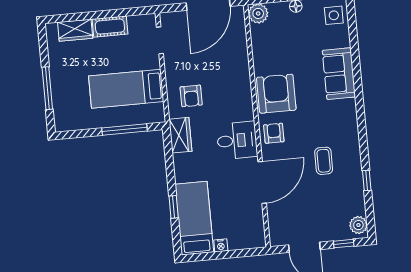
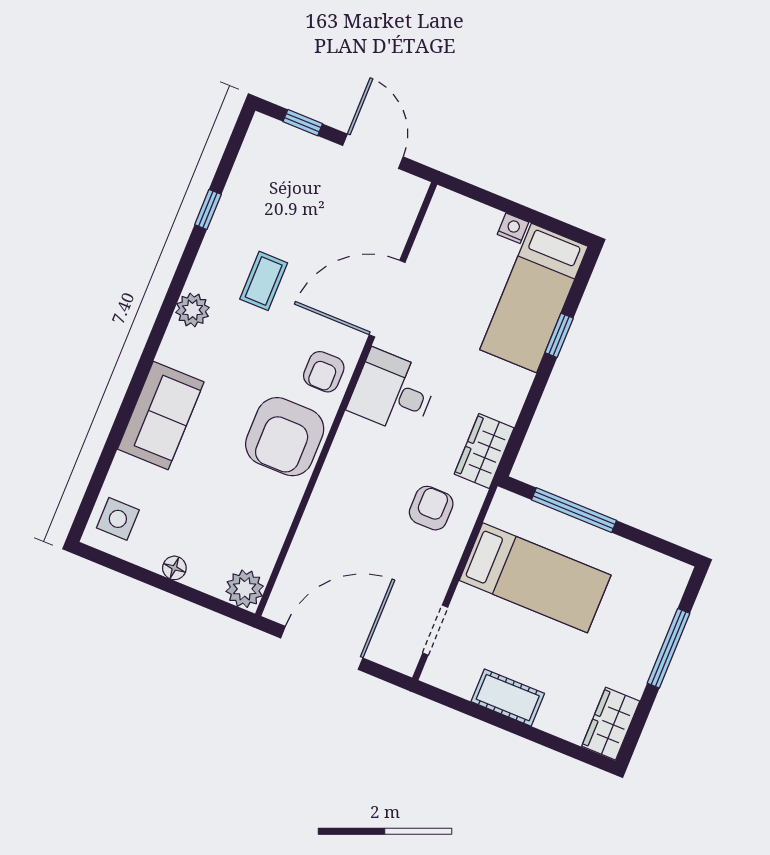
wardrobe: (75, 30) -> (611, 724), moved, turned -90
plant: (358, 225) -> (193, 310), moved

